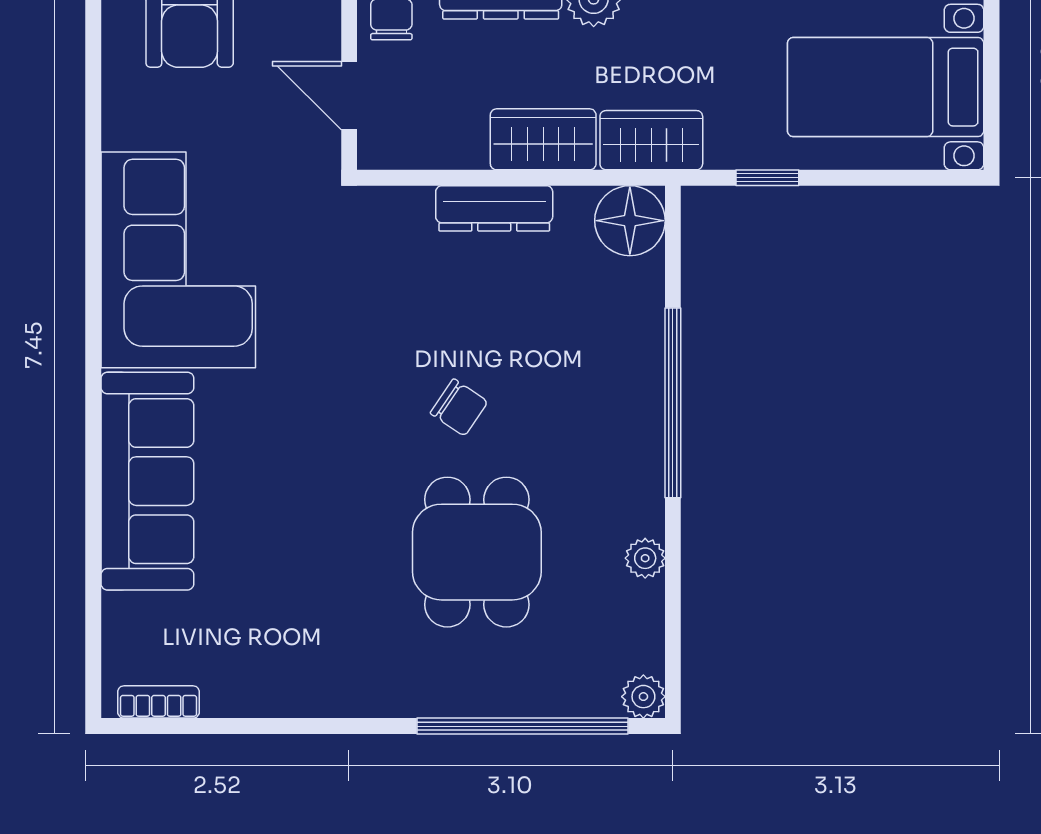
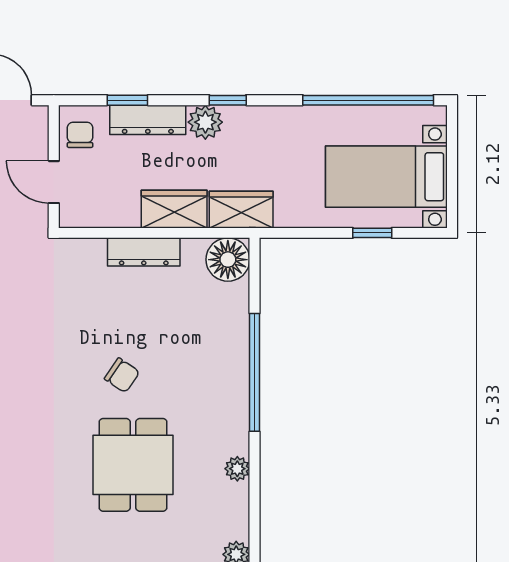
window: (767, 178) -> (372, 233), moved

